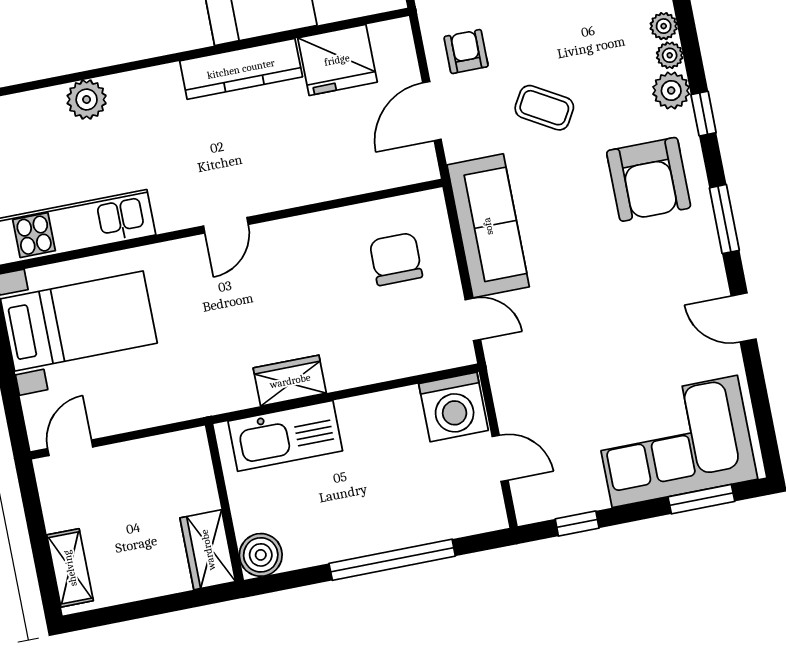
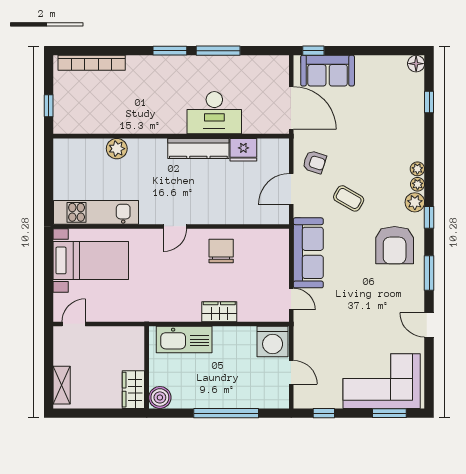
armchair: (466, 52) -> (314, 162), turned 108
fridge: (337, 60) -> (243, 150), width x0.73, depth x0.75
chair: (396, 259) -> (221, 251), moved
wardrobe: (290, 381) -> (219, 312), moved

